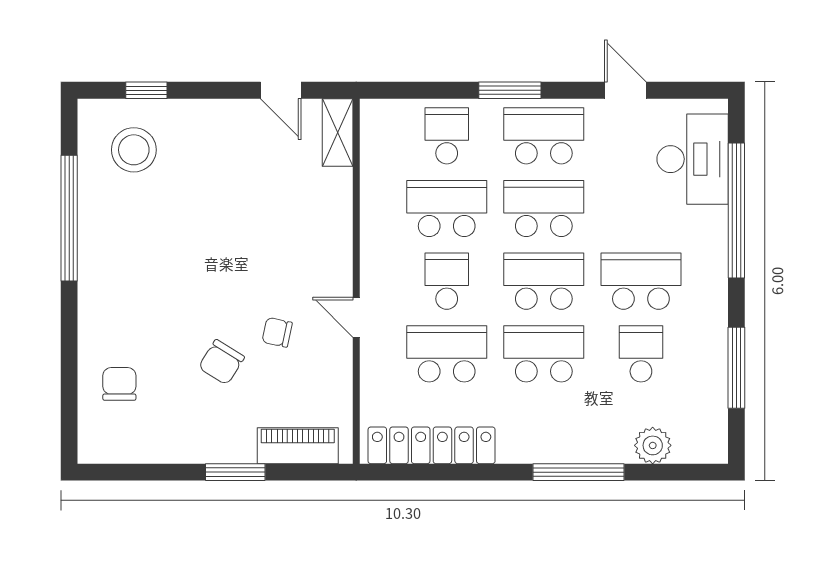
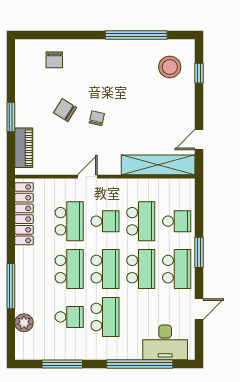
shelving: (338, 132) -> (158, 165), width x2.20, depth x1.33
chair: (277, 332) -> (97, 118), moved
chair: (119, 384) -> (54, 60), turned 90

